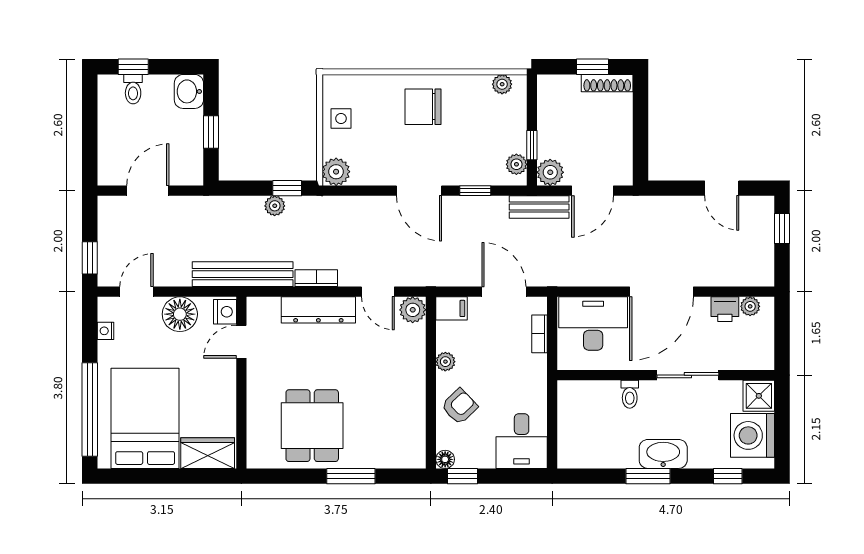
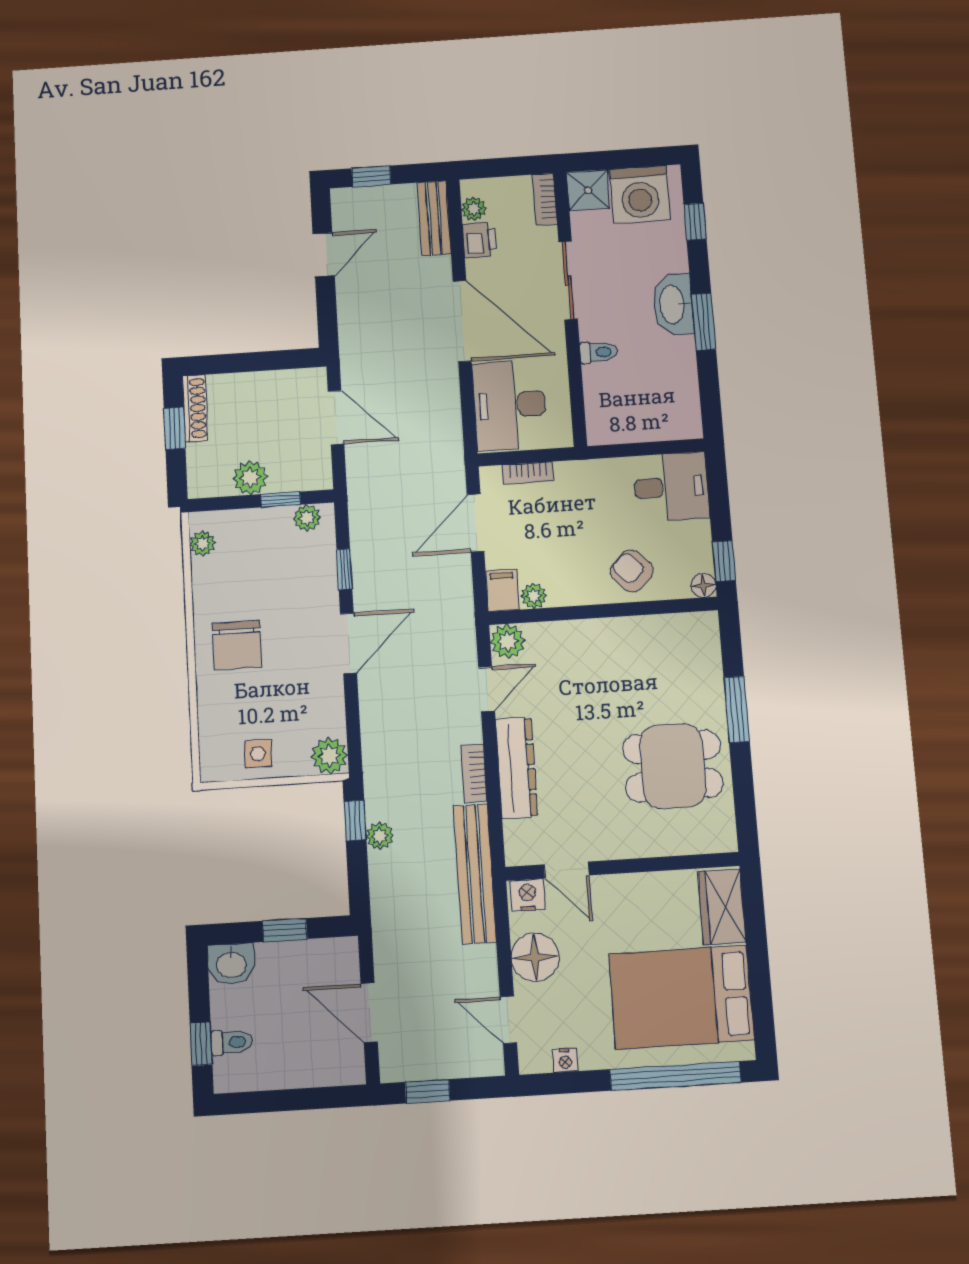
plant: (550, 172) -> (250, 478), moved
bench: (539, 207) -> (434, 218), moved
window: (90, 258) -> (427, 1091), moved
plant: (445, 362) -> (534, 596), moved
bookcase: (754, 362) -> (545, 199), added

